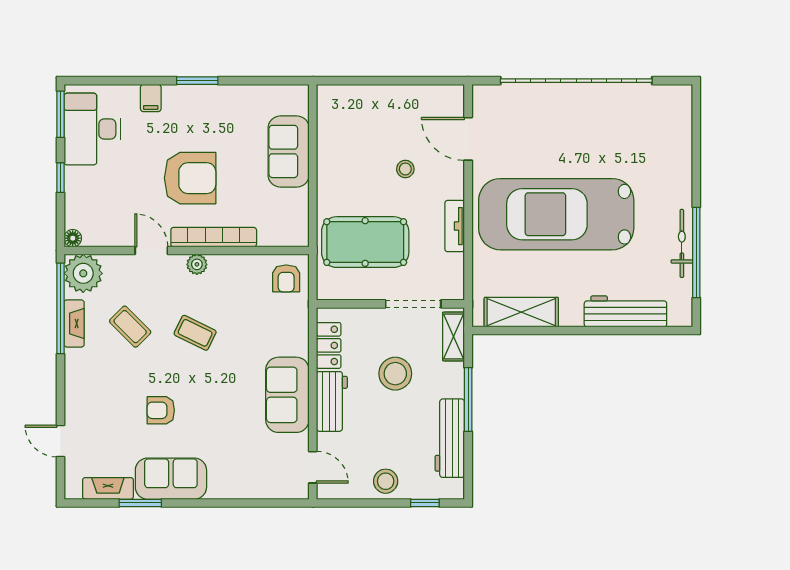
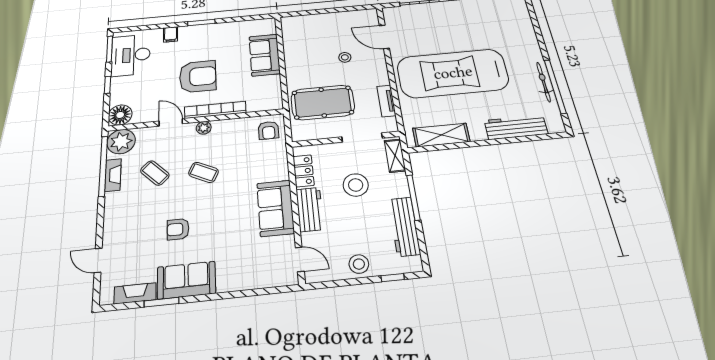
tv unit: (455, 226) -> (386, 101), moved
floor lamp: (73, 238) -> (120, 115), width x1.89, depth x1.89

